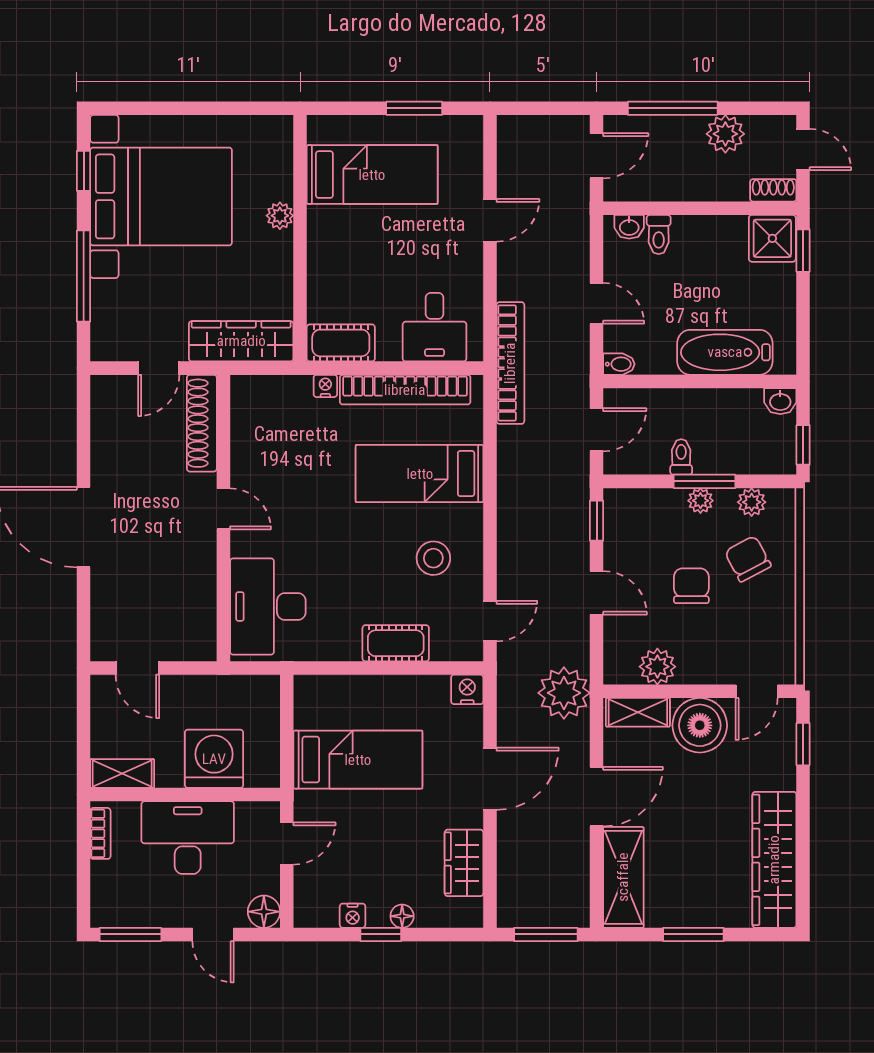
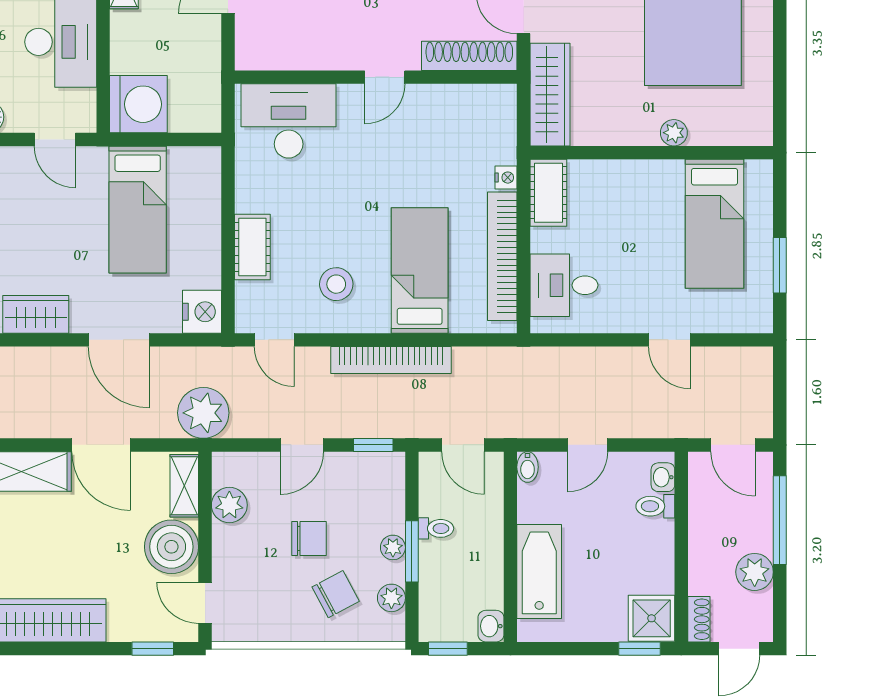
bookcase: (510, 363) -> (391, 360), moved
nightstand: (467, 689) -> (202, 312), width x1.36, depth x1.33
washing machine: (214, 759) -> (138, 104), moved

